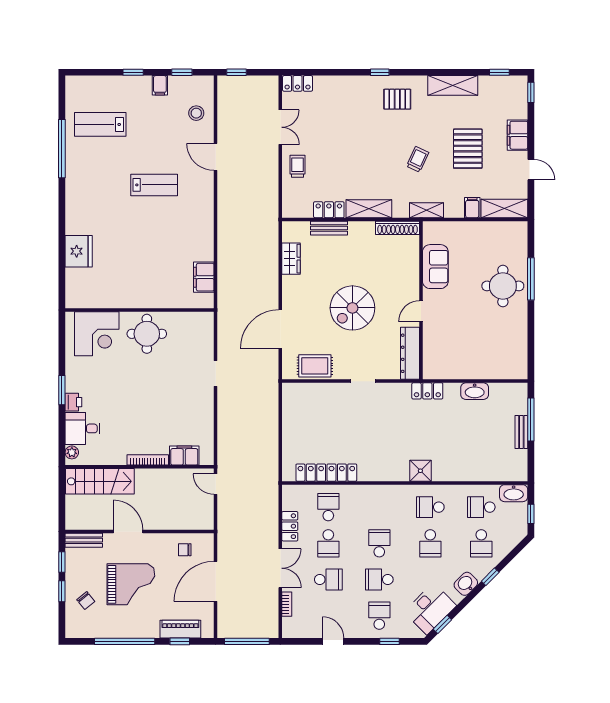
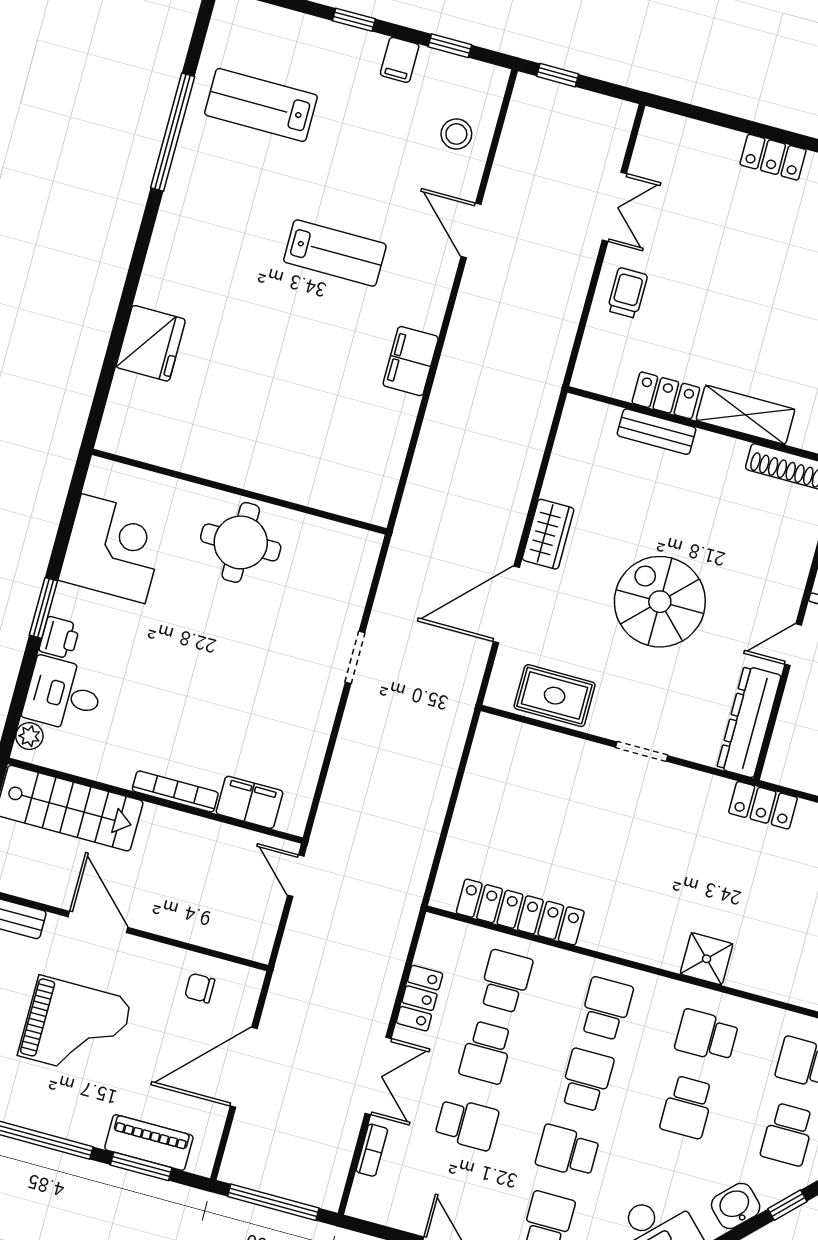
locker: (298, 83) -> (773, 157), moved
wardrobe: (291, 259) -> (548, 534), moved
filing cabinet: (204, 277) -> (411, 361), moved
spiral stairs: (352, 308) -> (660, 602), turned 90
corner desk: (97, 334) -> (113, 549), moved, turned -90
school desk: (379, 507) -> (606, 1008), added
window: (180, 641) -> (141, 1166), width x1.50

